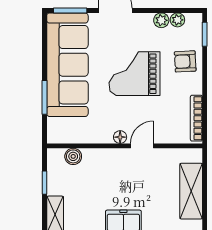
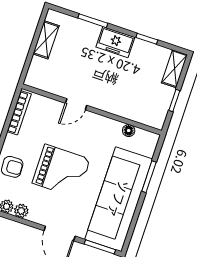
floor lamp: (120, 137) -> (129, 131), moved
boiler: (73, 156) -> (141, 115), removed
shelving: (191, 191) -> (46, 40), width x0.67, depth x0.75

